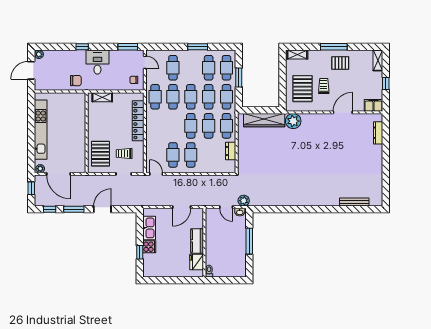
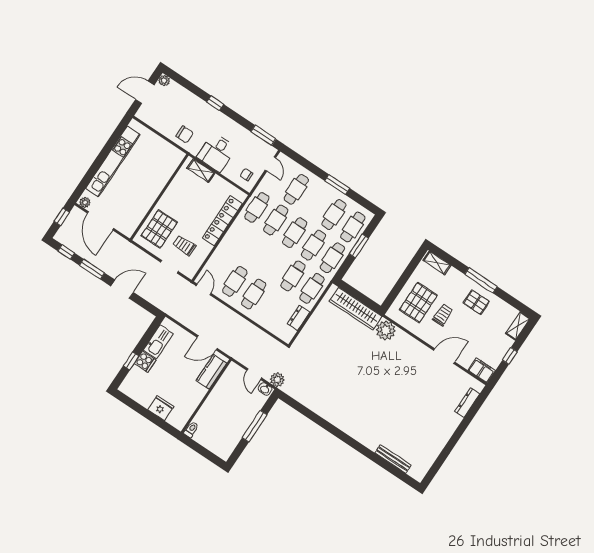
desk: (97, 62) -> (217, 152), moved, turned 180
cafe table: (191, 126) -> (274, 263), removed
kitchen counter: (197, 241) -> (211, 372), moved
fridge: (197, 262) -> (161, 408), moved, turned 90

